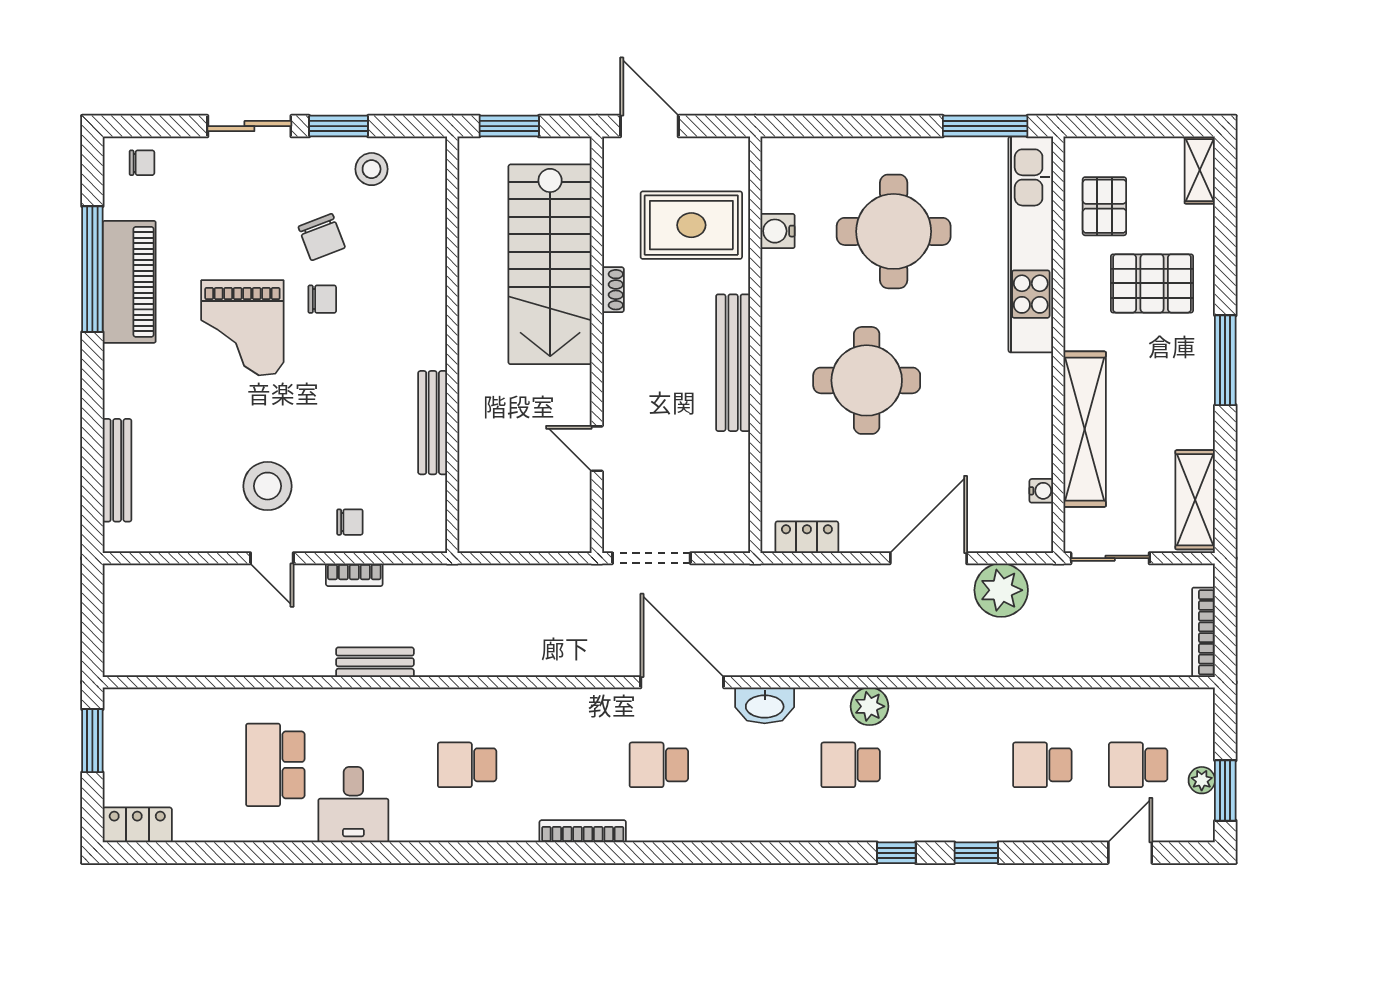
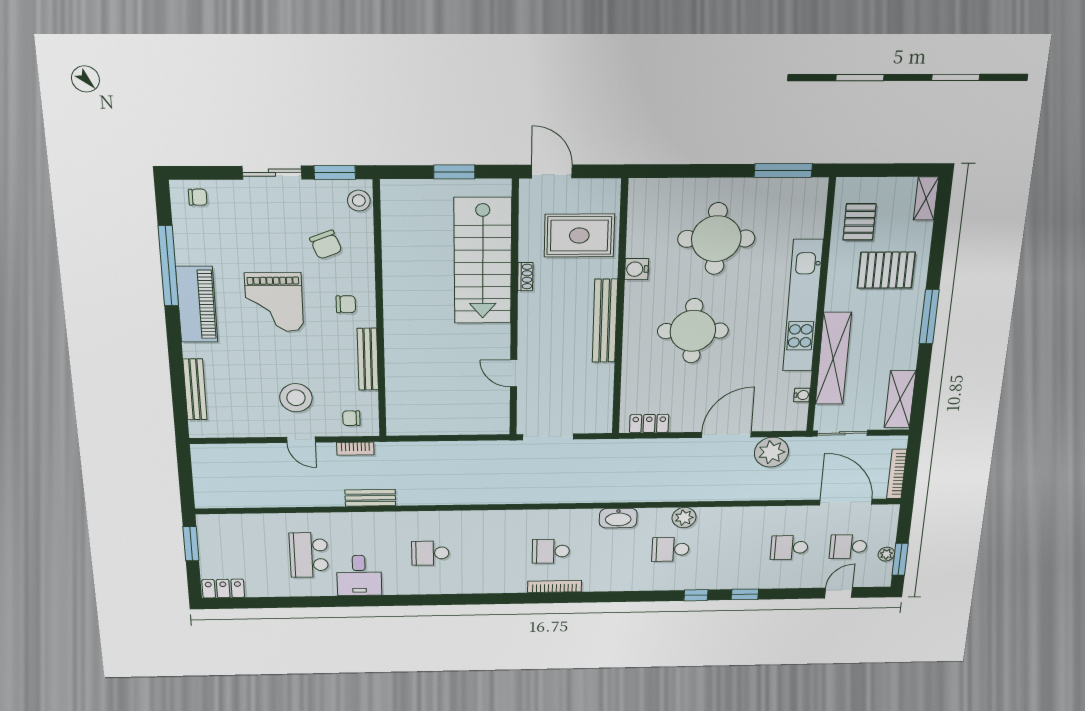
water cooler: (778, 231) -> (637, 269), moved
kitchen unit: (1031, 244) -> (803, 306), moved
piano: (129, 282) -> (197, 304), moved
chair: (322, 299) -> (346, 304), moved
wall: (452, 345) -> (380, 312), moved
bench: (433, 423) -> (368, 359), moved
chair: (350, 522) -> (351, 418), turned 180
door: (682, 682) -> (846, 502), moved
bookcase: (583, 831) -> (555, 586), moved

